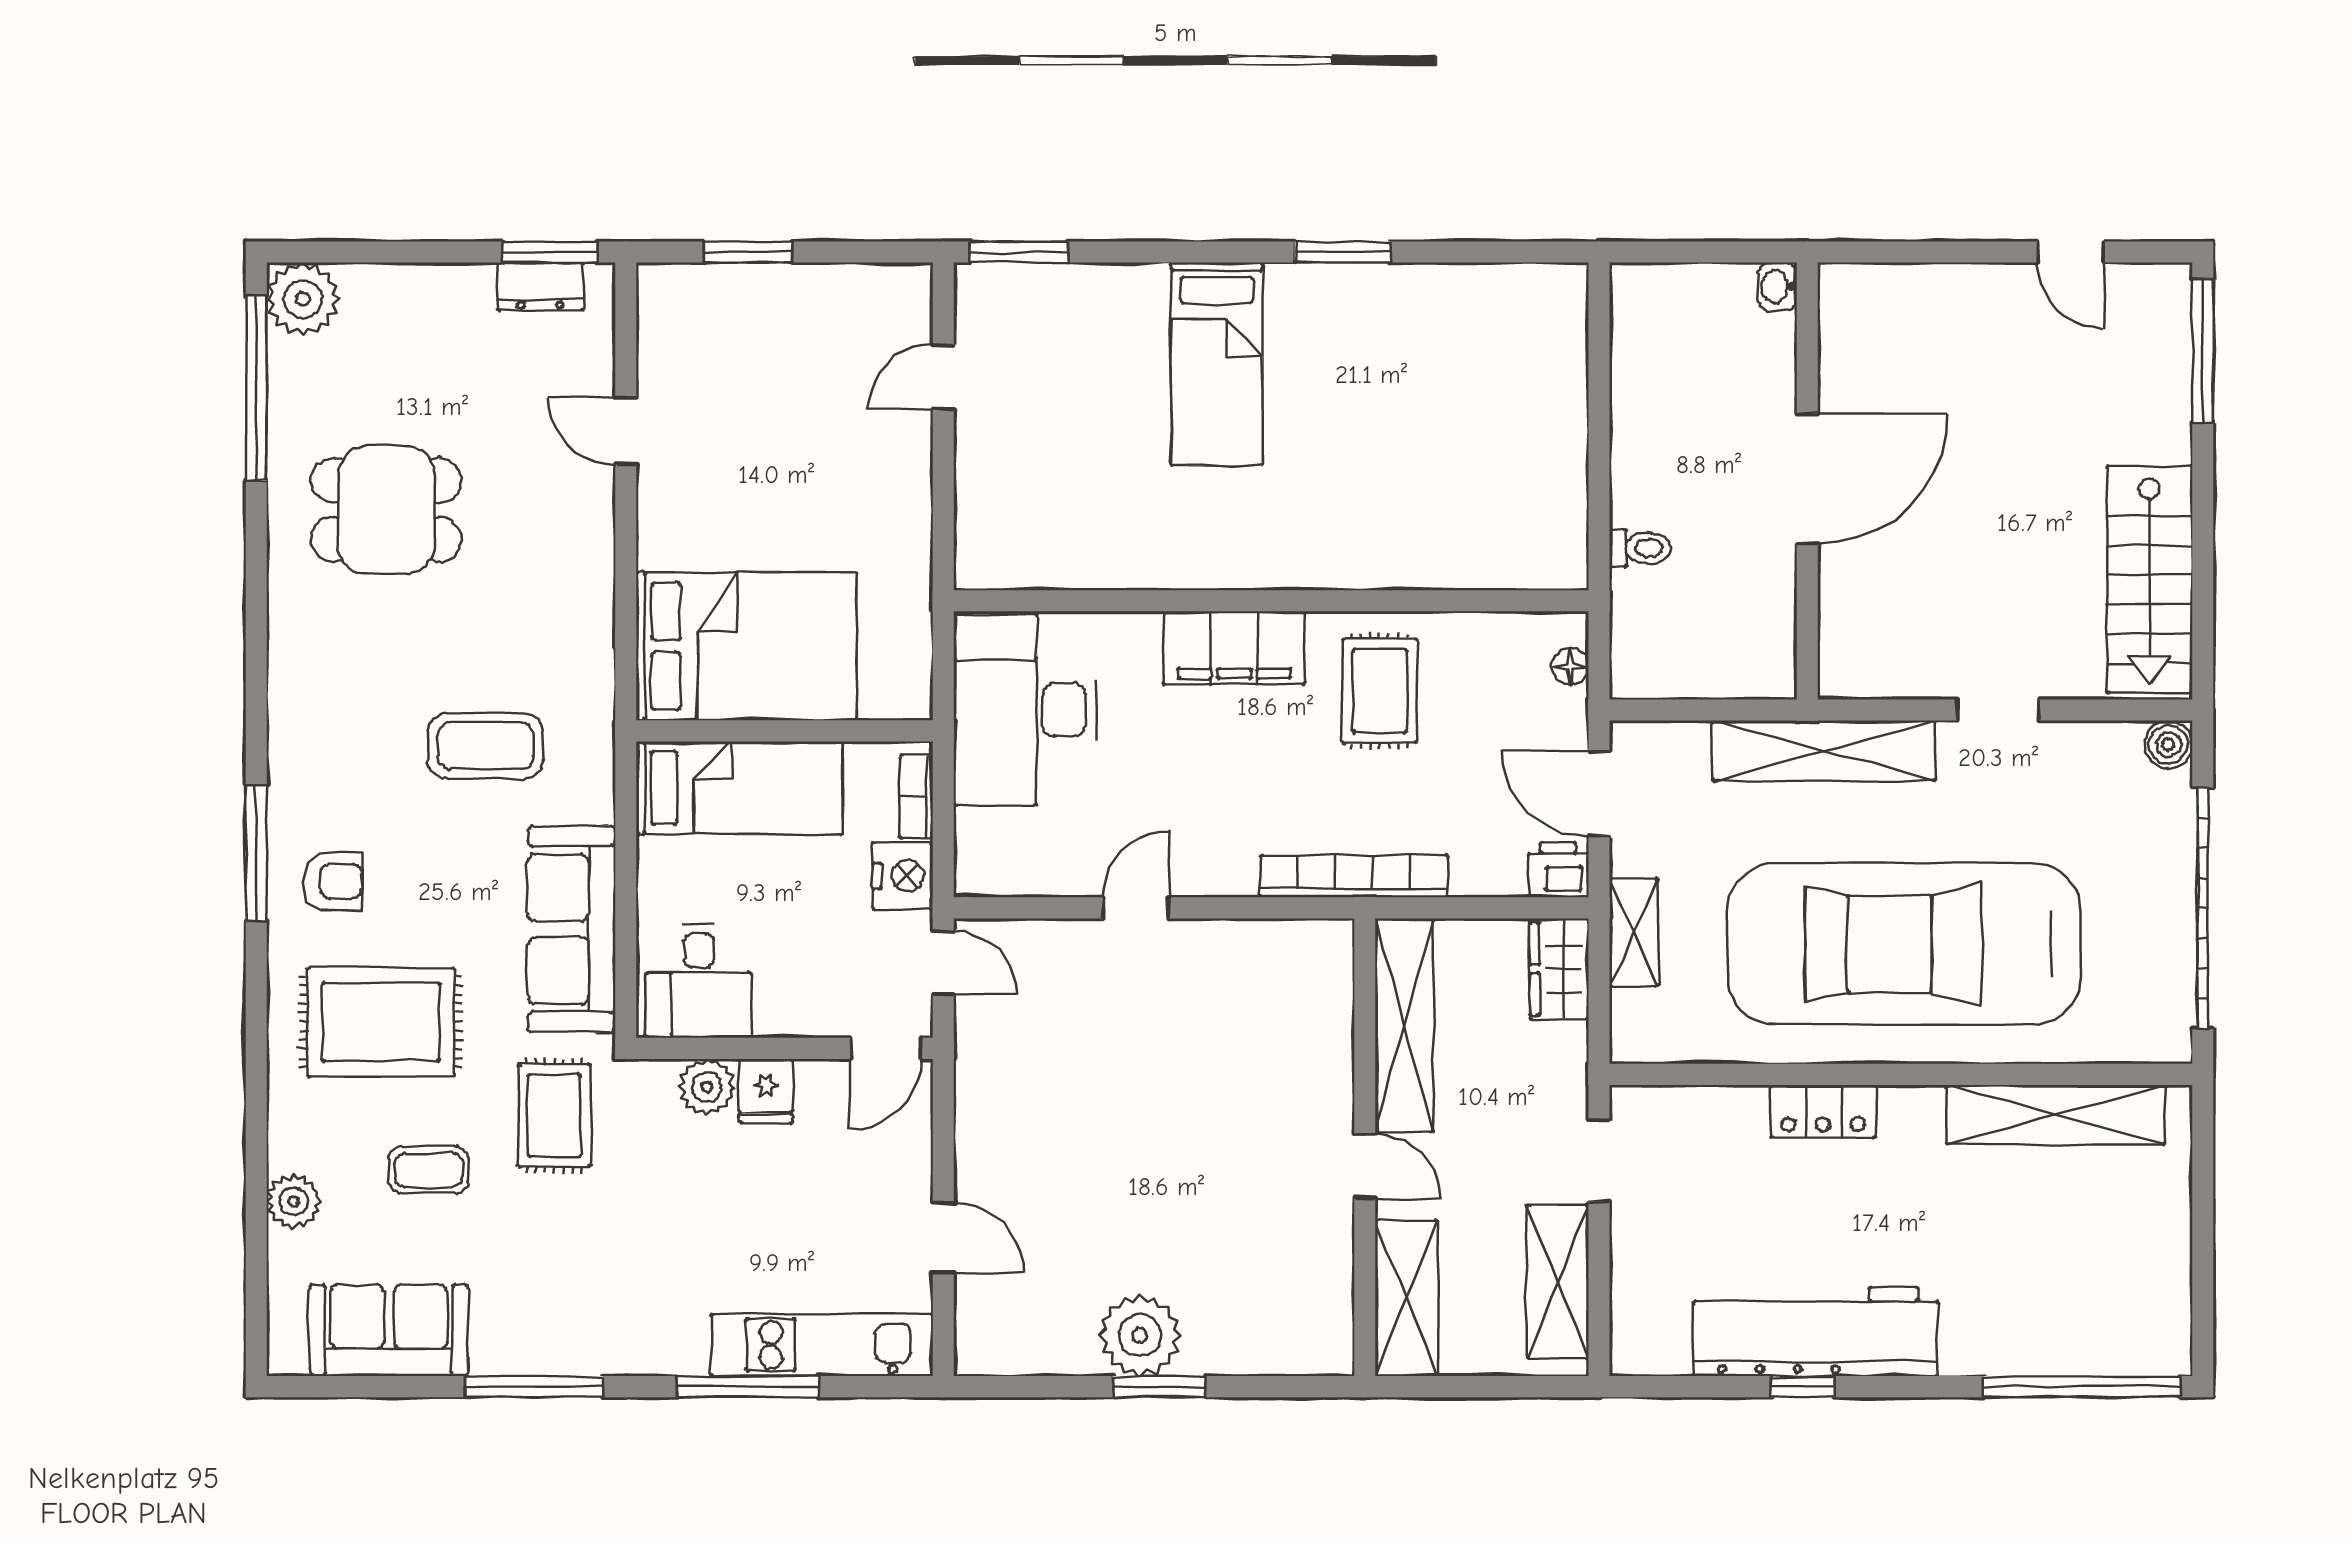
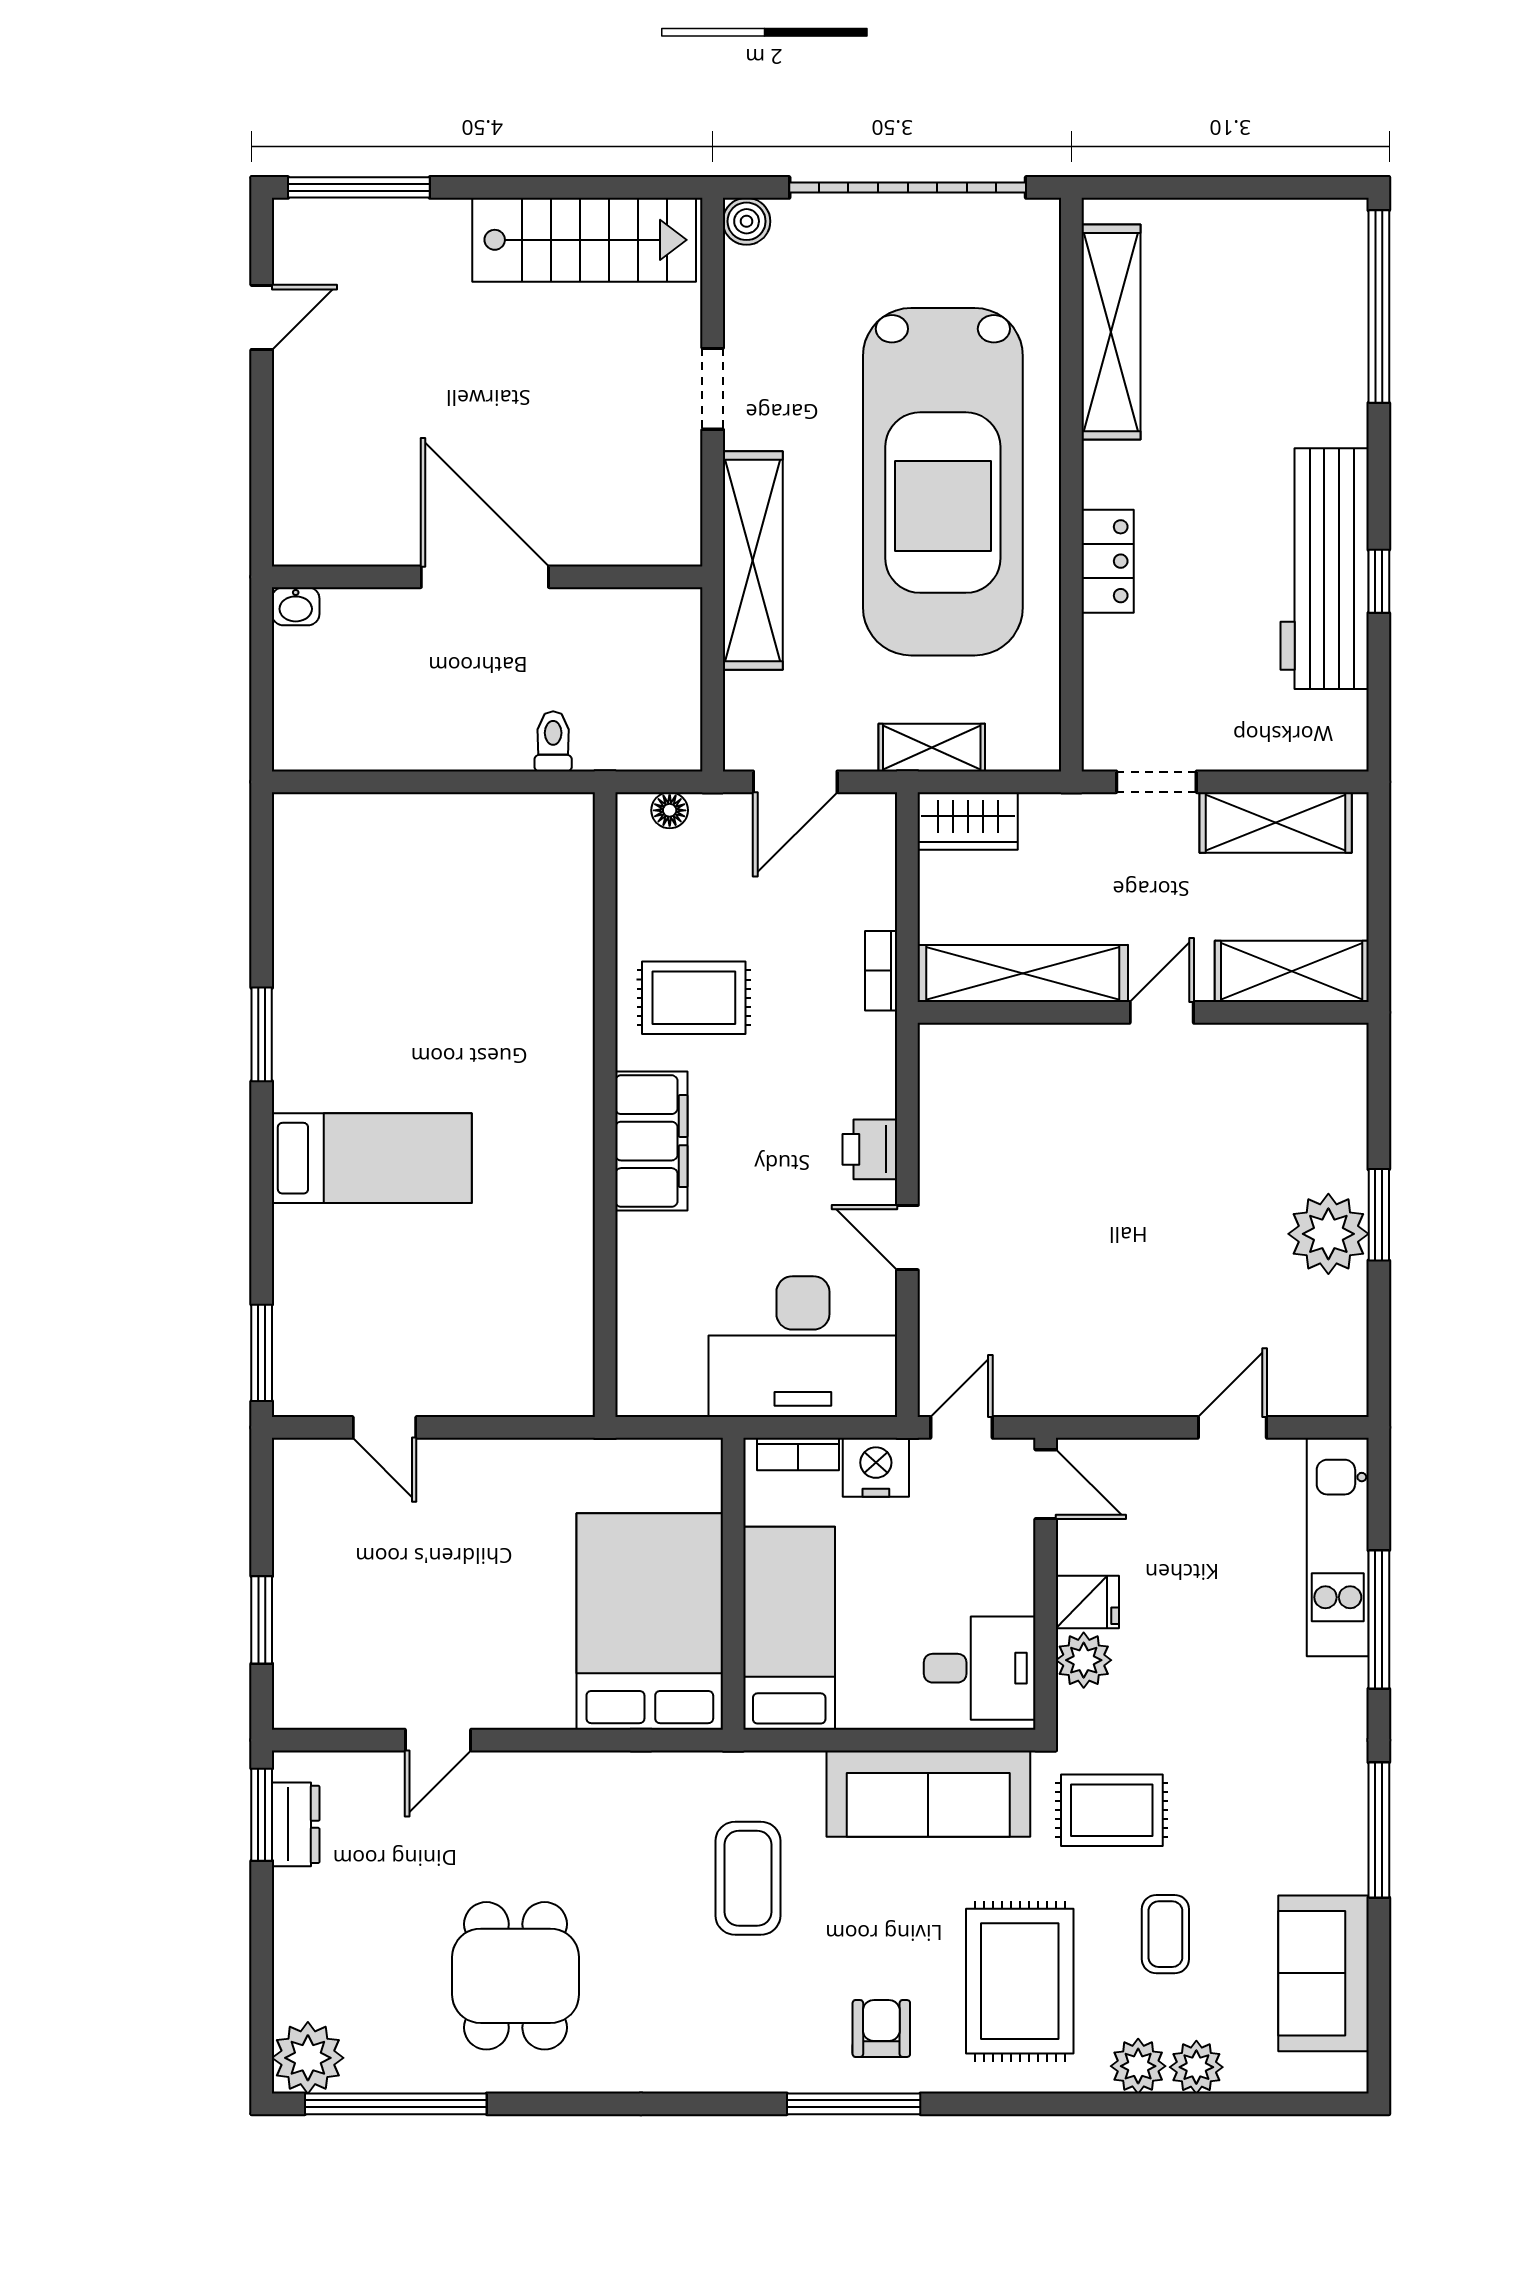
desk: (1025, 710) -> (803, 1347), moved
printer: (1558, 870) -> (870, 1149), moved
bookcase: (1354, 876) -> (881, 971), width x0.43, depth x0.76
plant: (295, 1142) -> (1138, 2066), added

